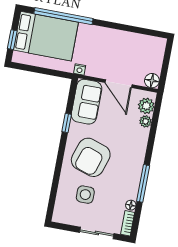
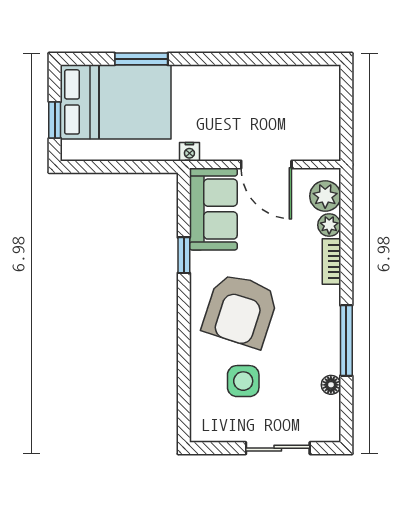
window: (63, 16) -> (141, 59), width x0.47
floor lamp: (152, 81) -> (327, 147), removed
bookcase: (128, 223) -> (331, 261), moved

